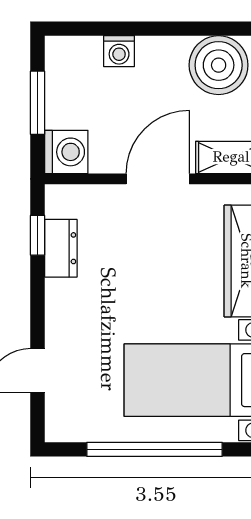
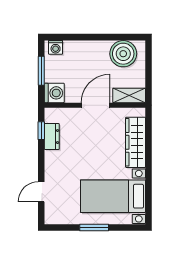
washing machine: (119, 51) -> (56, 47), moved
window: (155, 449) -> (94, 228), width x0.47

